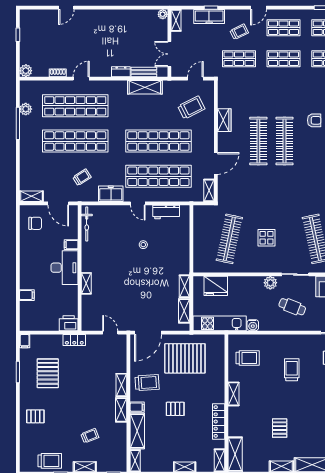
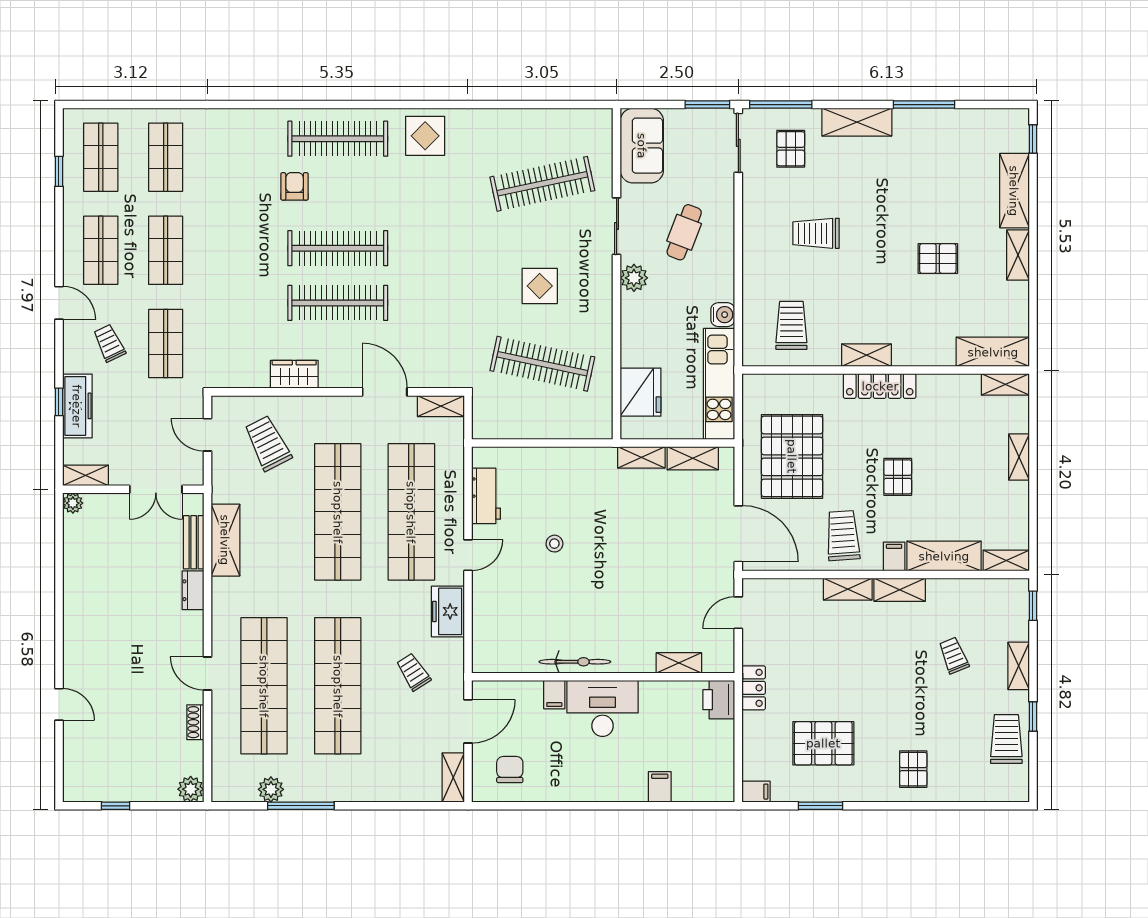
bicycle: (87, 224) -> (575, 662), moved
shelving: (86, 283) -> (679, 663), moved
locker: (219, 422) -> (880, 386), moved

